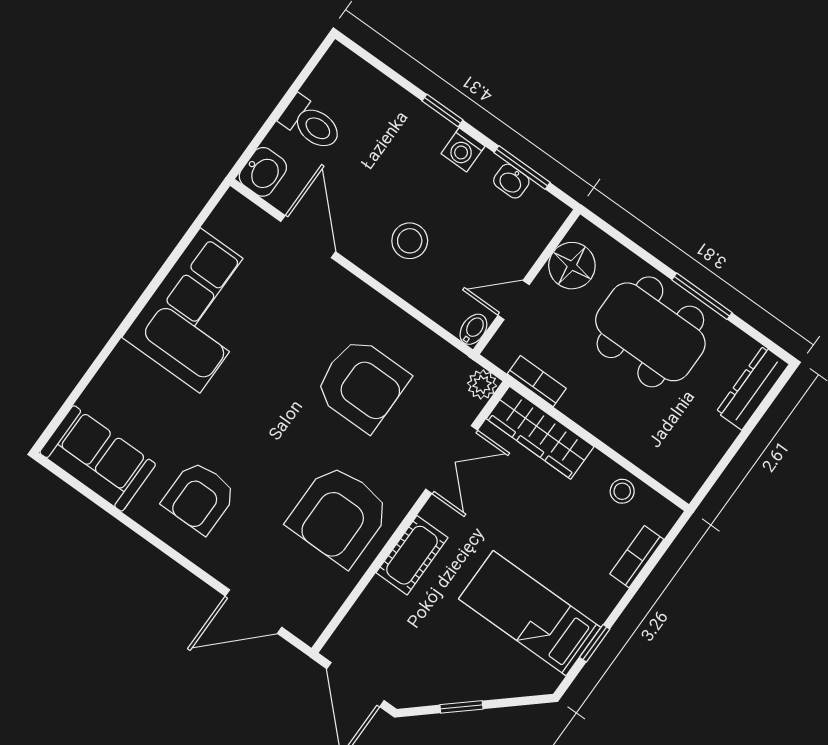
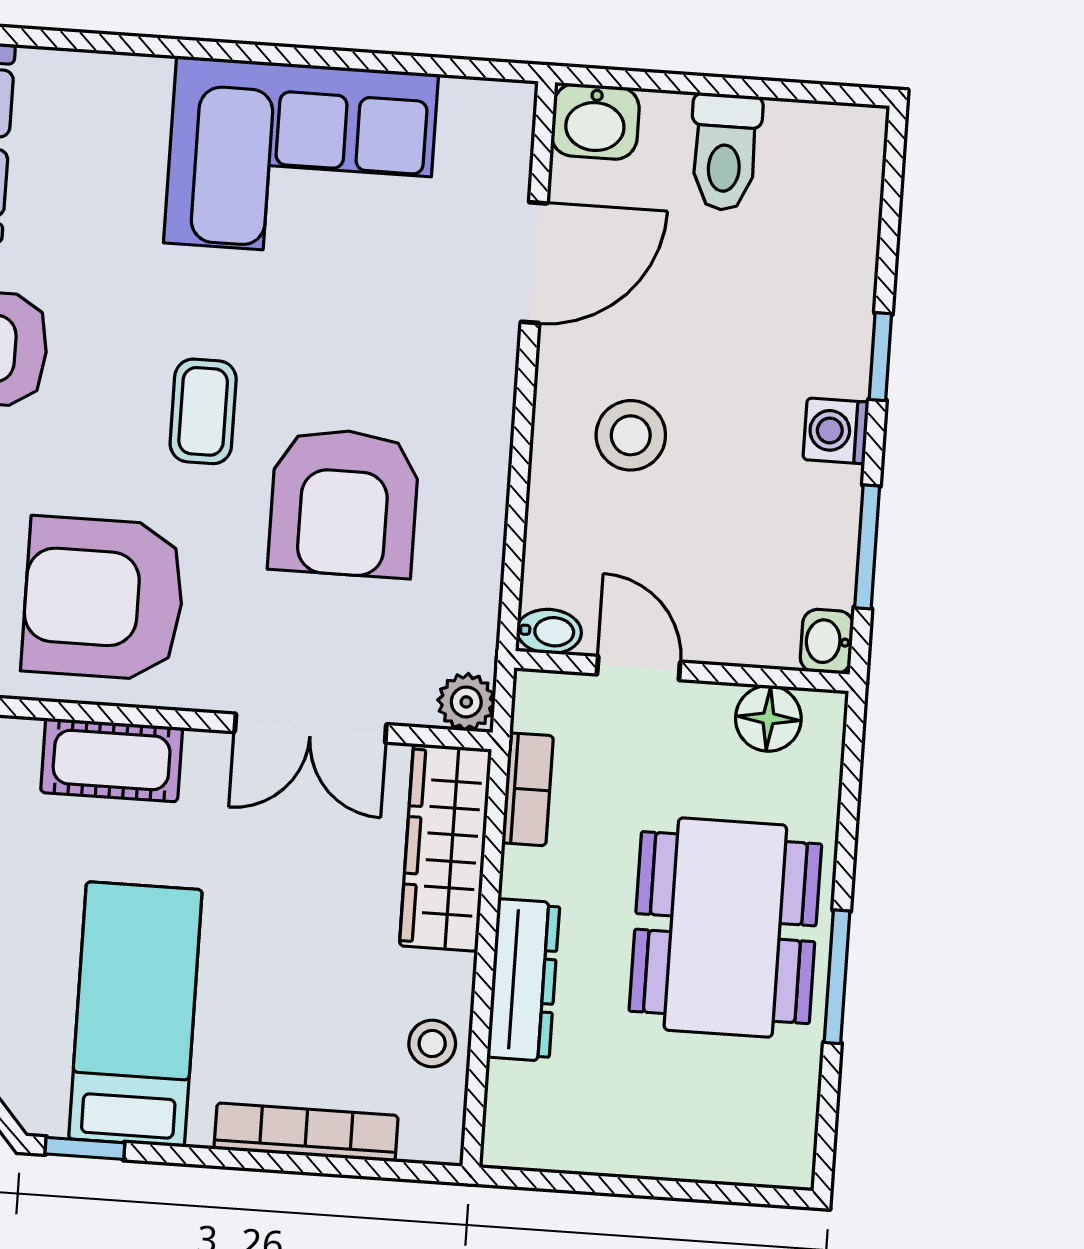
washbasin: (511, 181) -> (827, 641), moved
floor lamp: (572, 266) -> (768, 718), width x0.73, depth x0.73
dresser: (753, 388) -> (523, 980), moved, turned 90
coffee table: (284, 421) -> (203, 411), added
bookcase: (637, 557) -> (306, 1132), width x1.56
window: (595, 643) -> (85, 1148), moved

